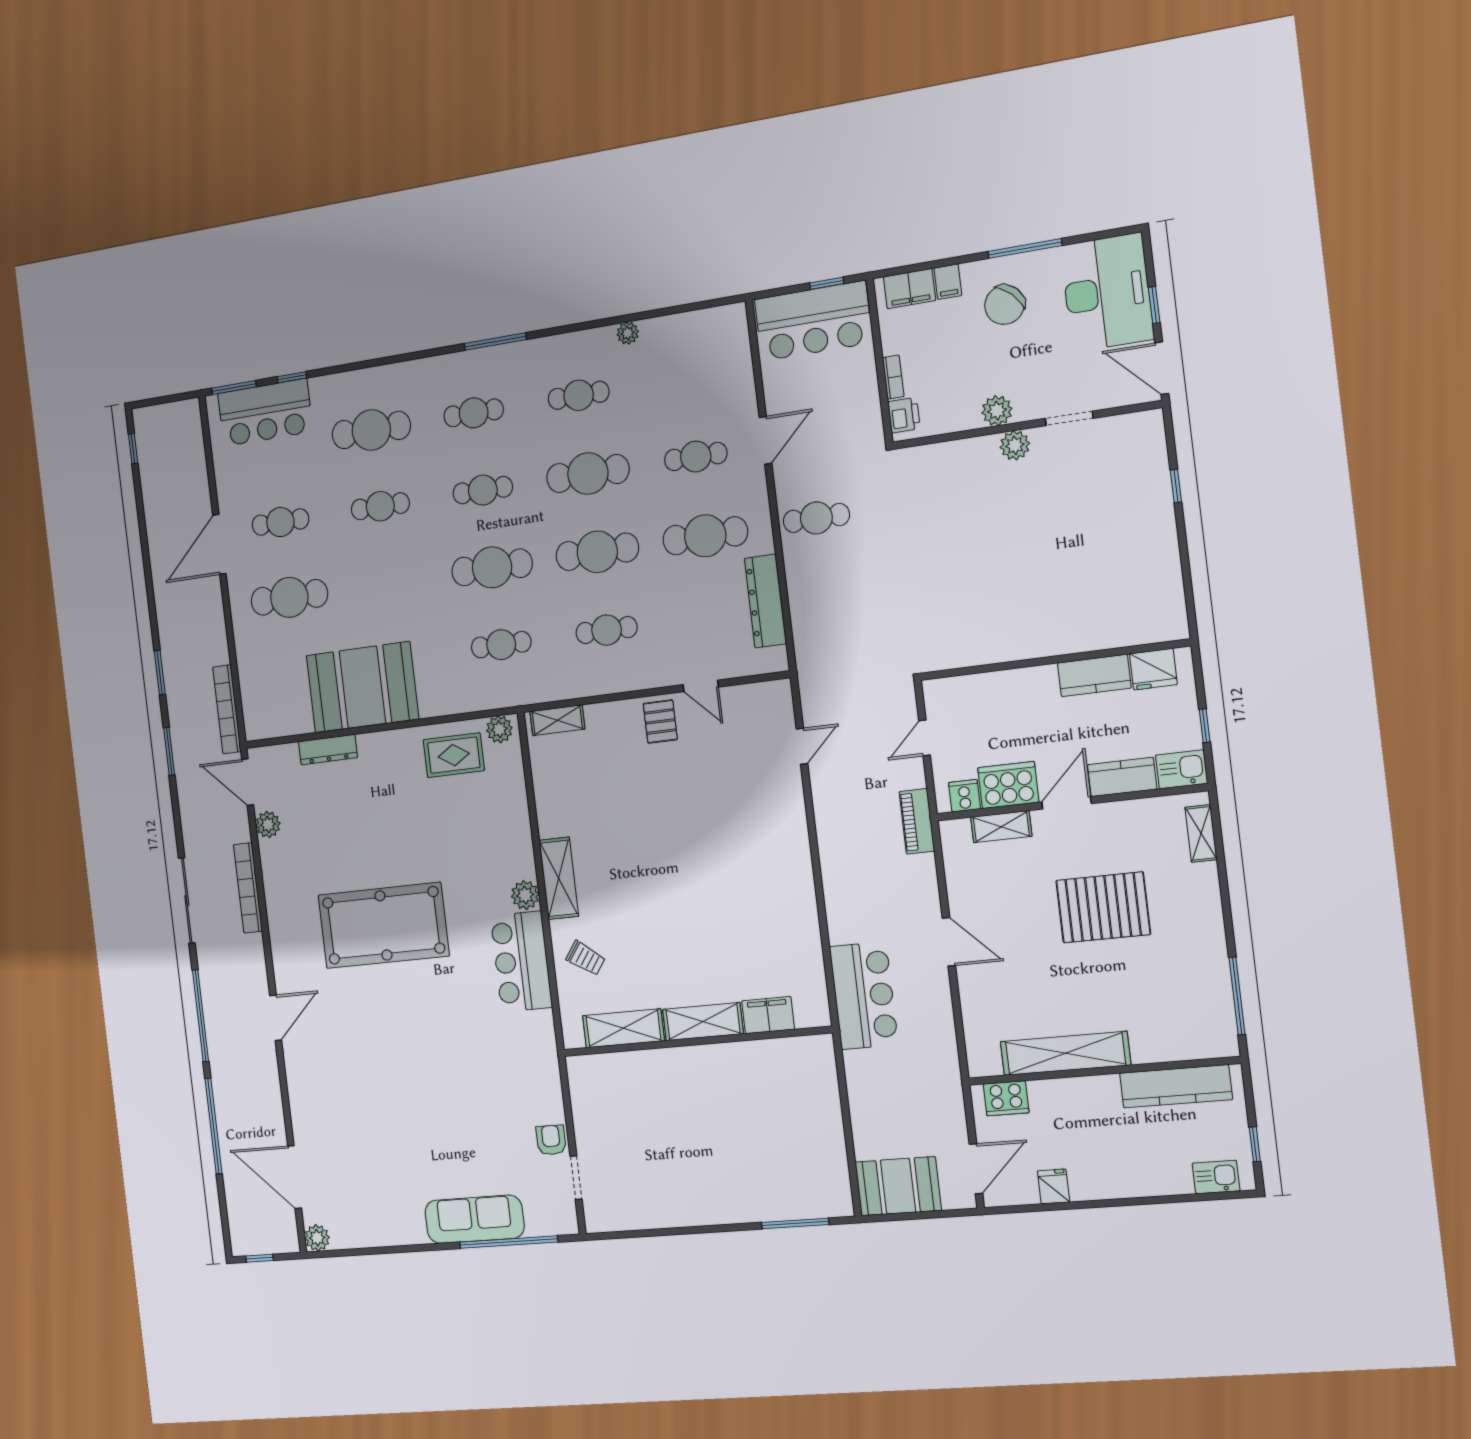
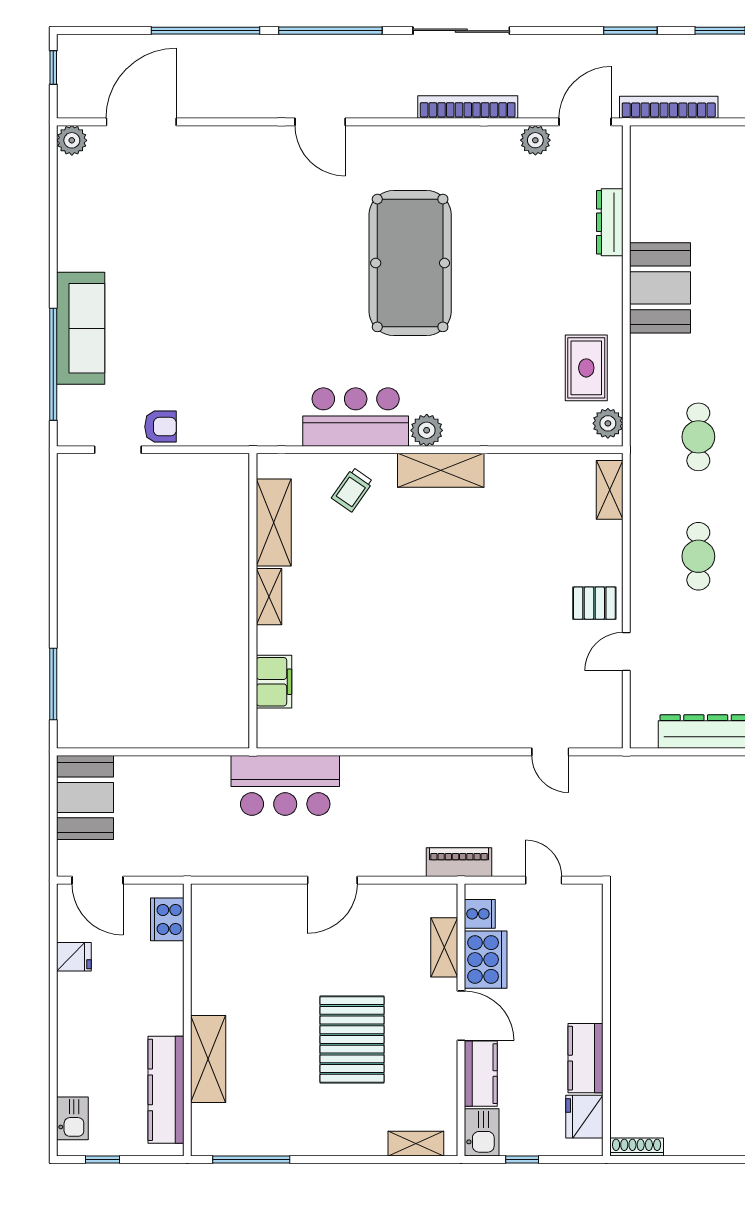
shoe rack: (1178, 613) -> (637, 1147), added
booth: (362, 687) -> (660, 288), width x0.73, depth x0.70
shelving: (703, 1022) -> (269, 597), width x0.67, depth x0.75
shelving: (1065, 1053) -> (208, 1059), moved, width x0.68

